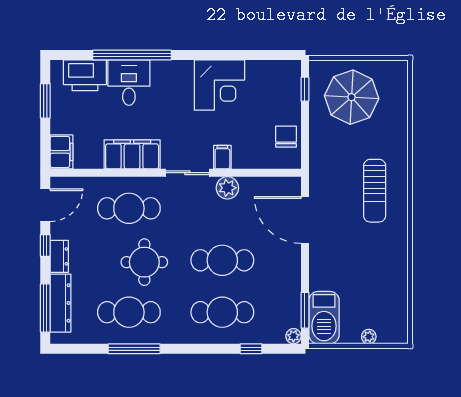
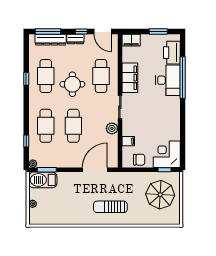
desk: (129, 83) -> (168, 80), width x1.37
corner desk: (219, 85) -> (167, 154), moved, turned 90
filing cabinet: (222, 157) -> (128, 141), moved
window: (134, 349) -> (26, 79), width x0.46

